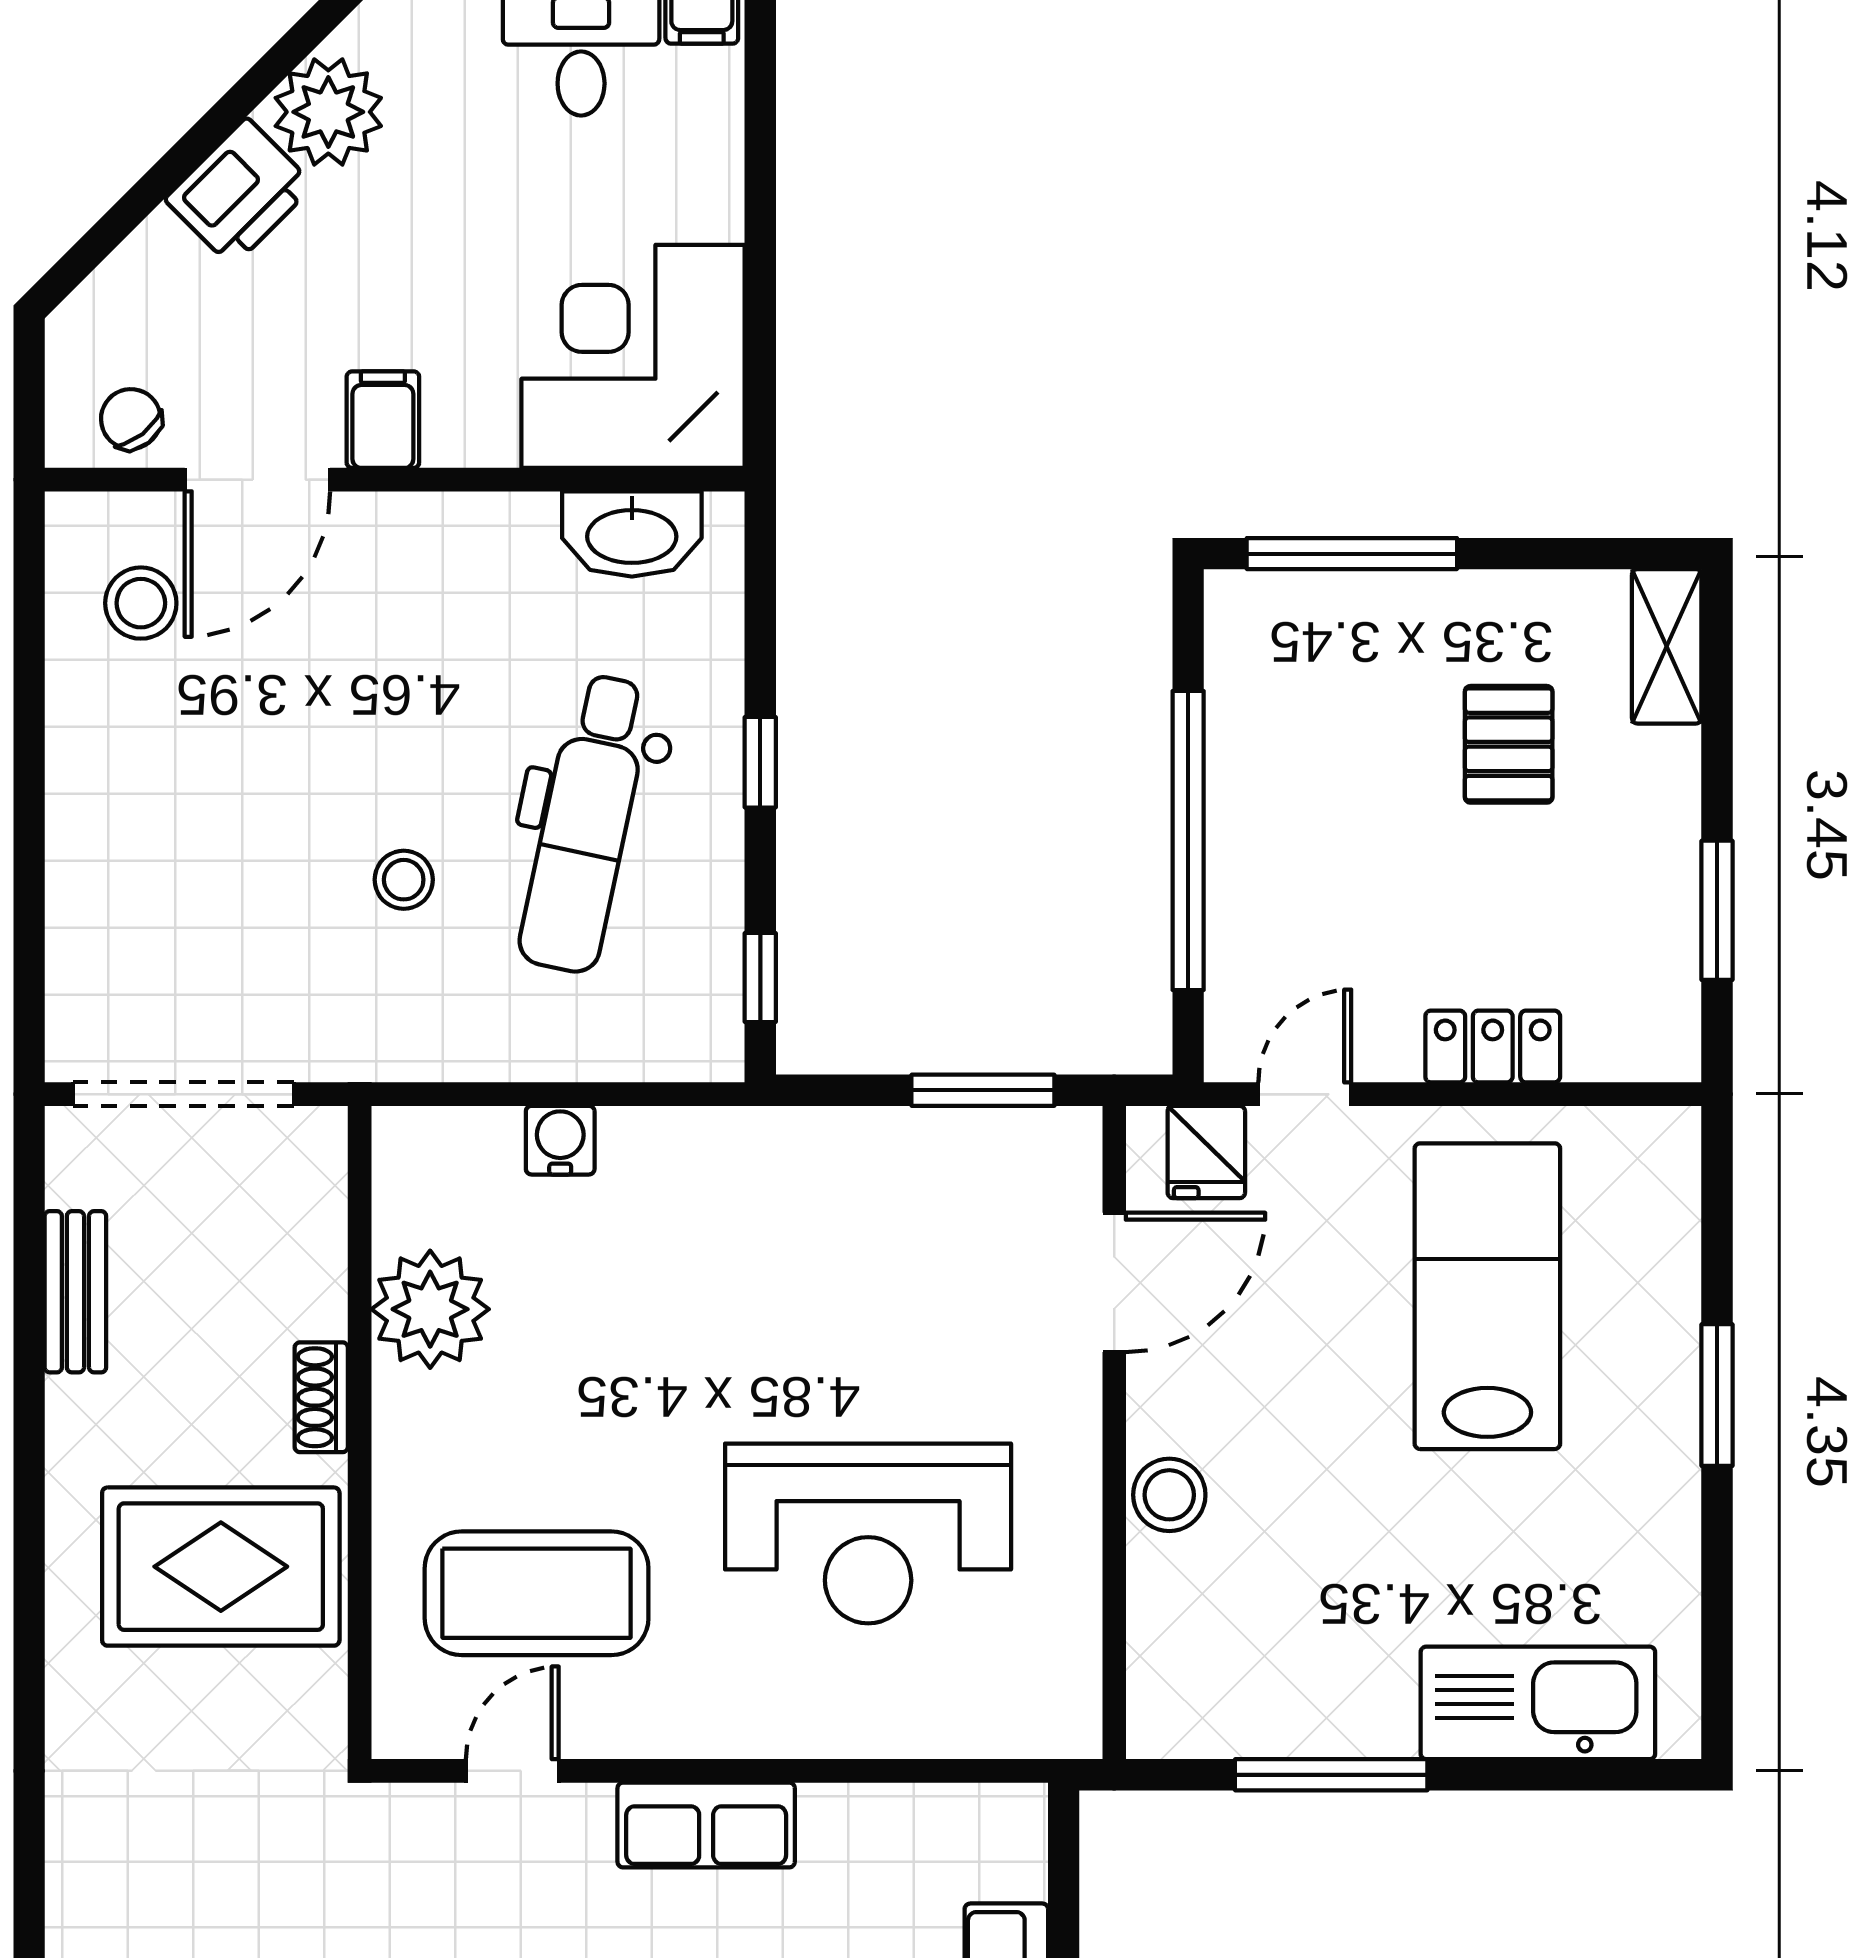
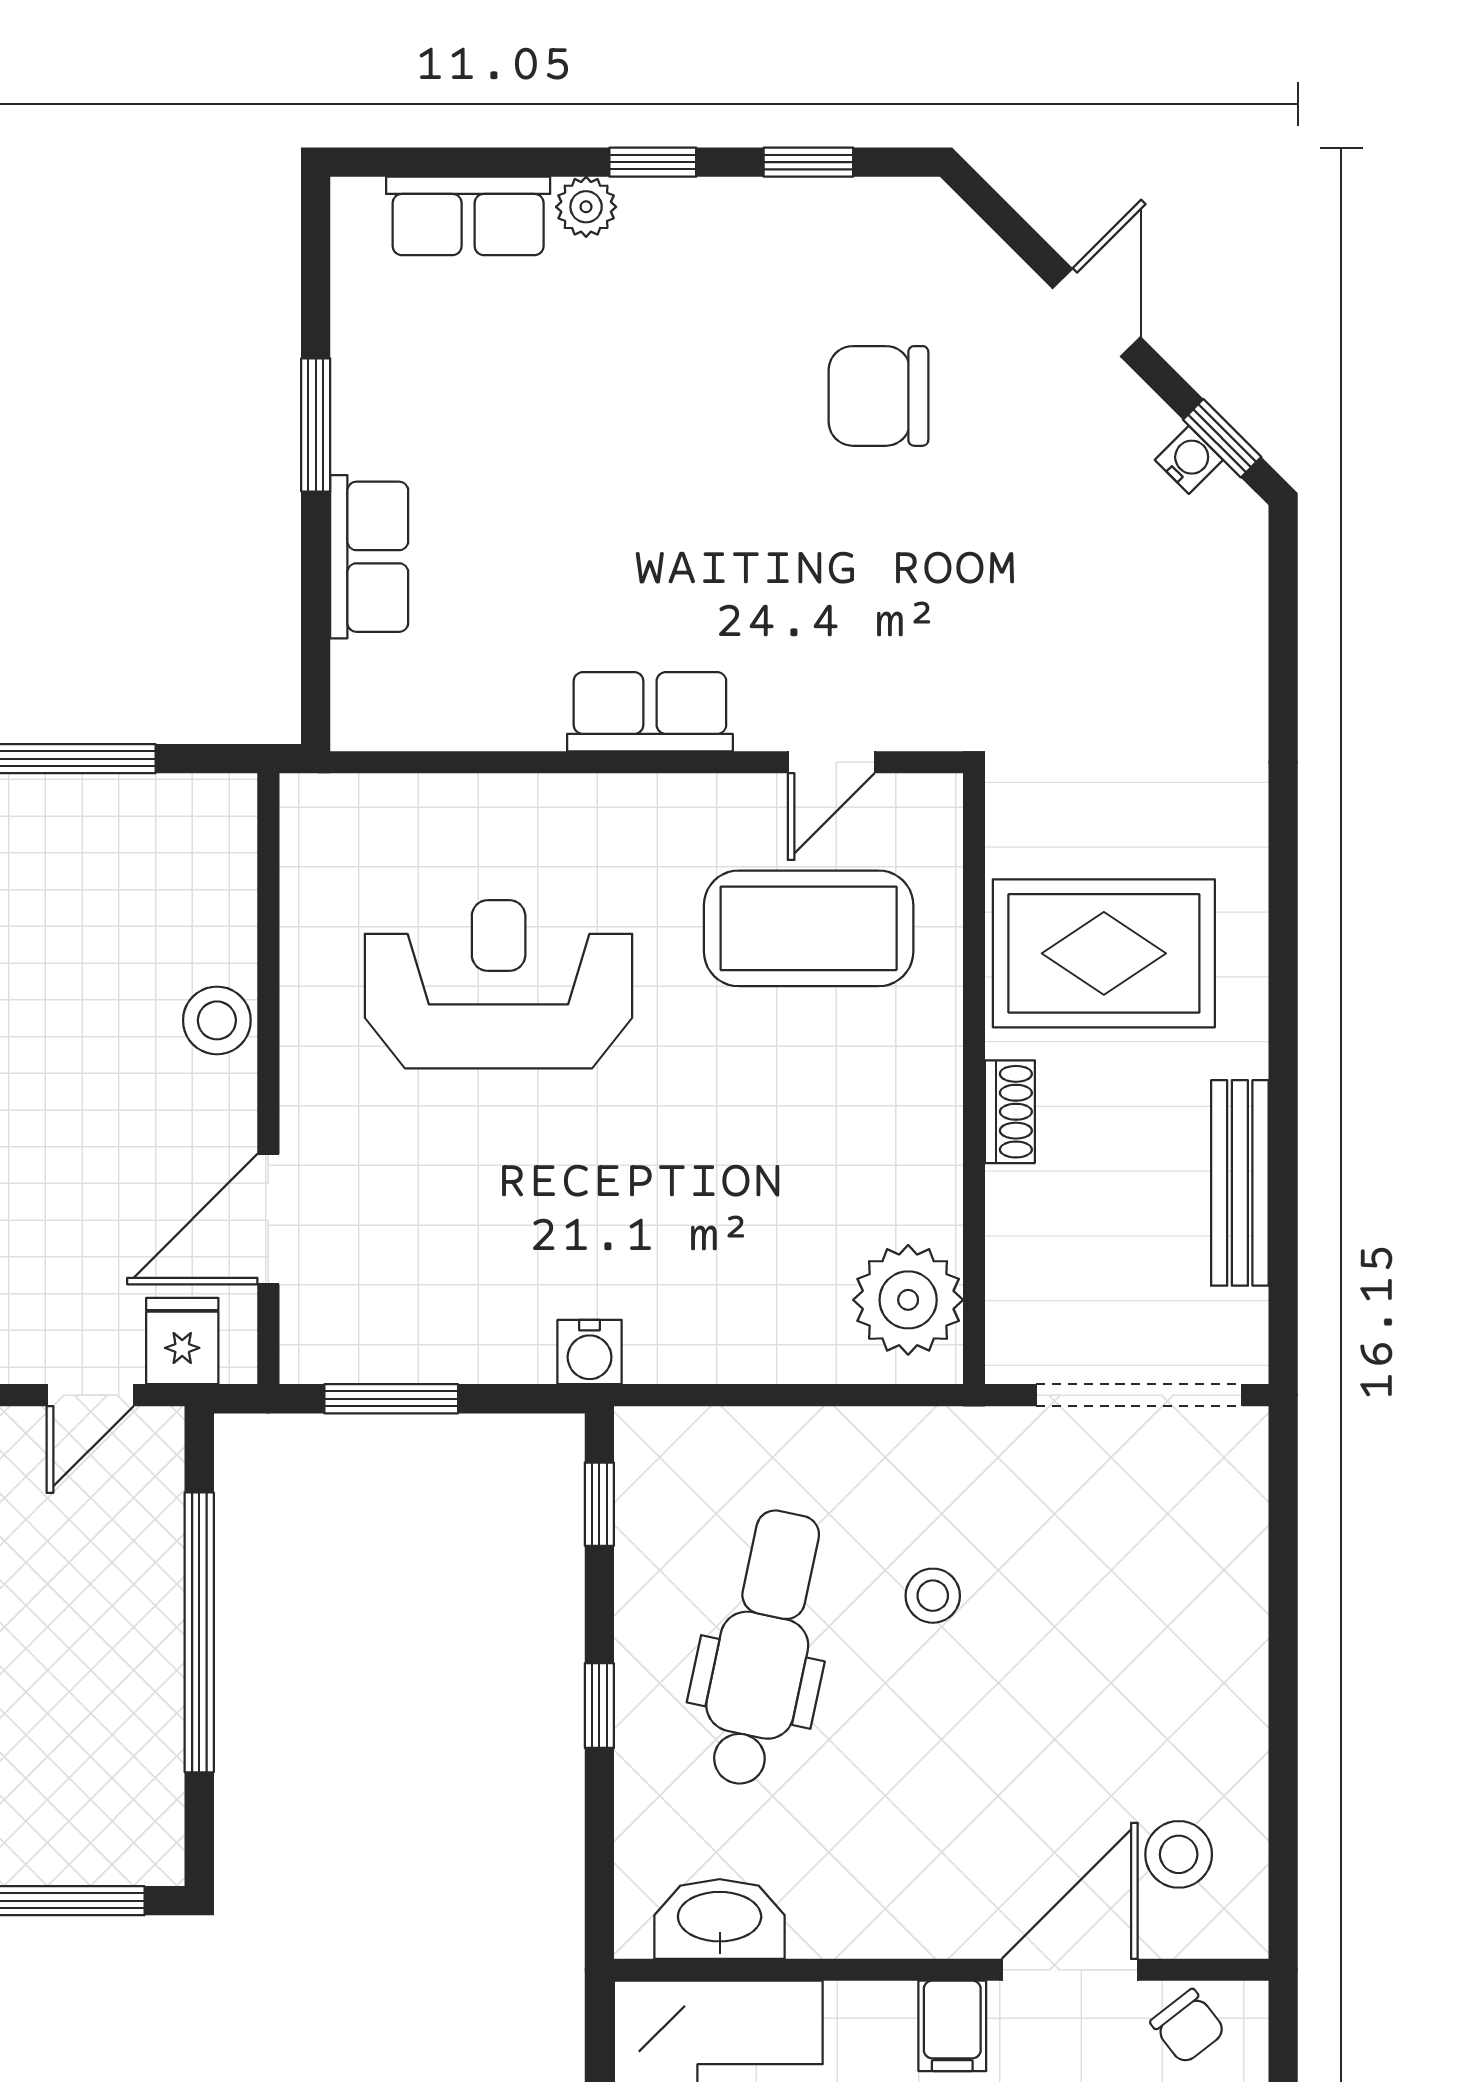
water cooler: (560, 1140) -> (590, 1352), moved
bench: (75, 1292) -> (1240, 1183), width x1.36
plant: (430, 1309) -> (908, 1300), moved

